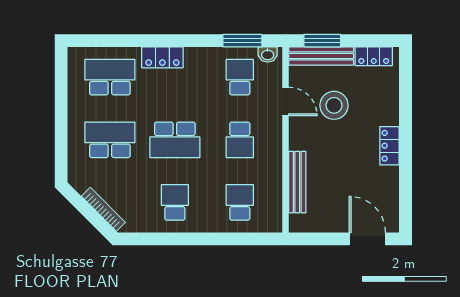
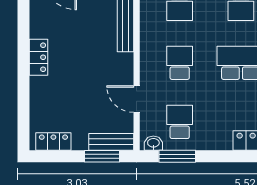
bench: (321, 56) -> (111, 142), width x0.73
school desk: (240, 77) -> (180, 122), turned 180
stool: (334, 105) -> (91, 95), removed

